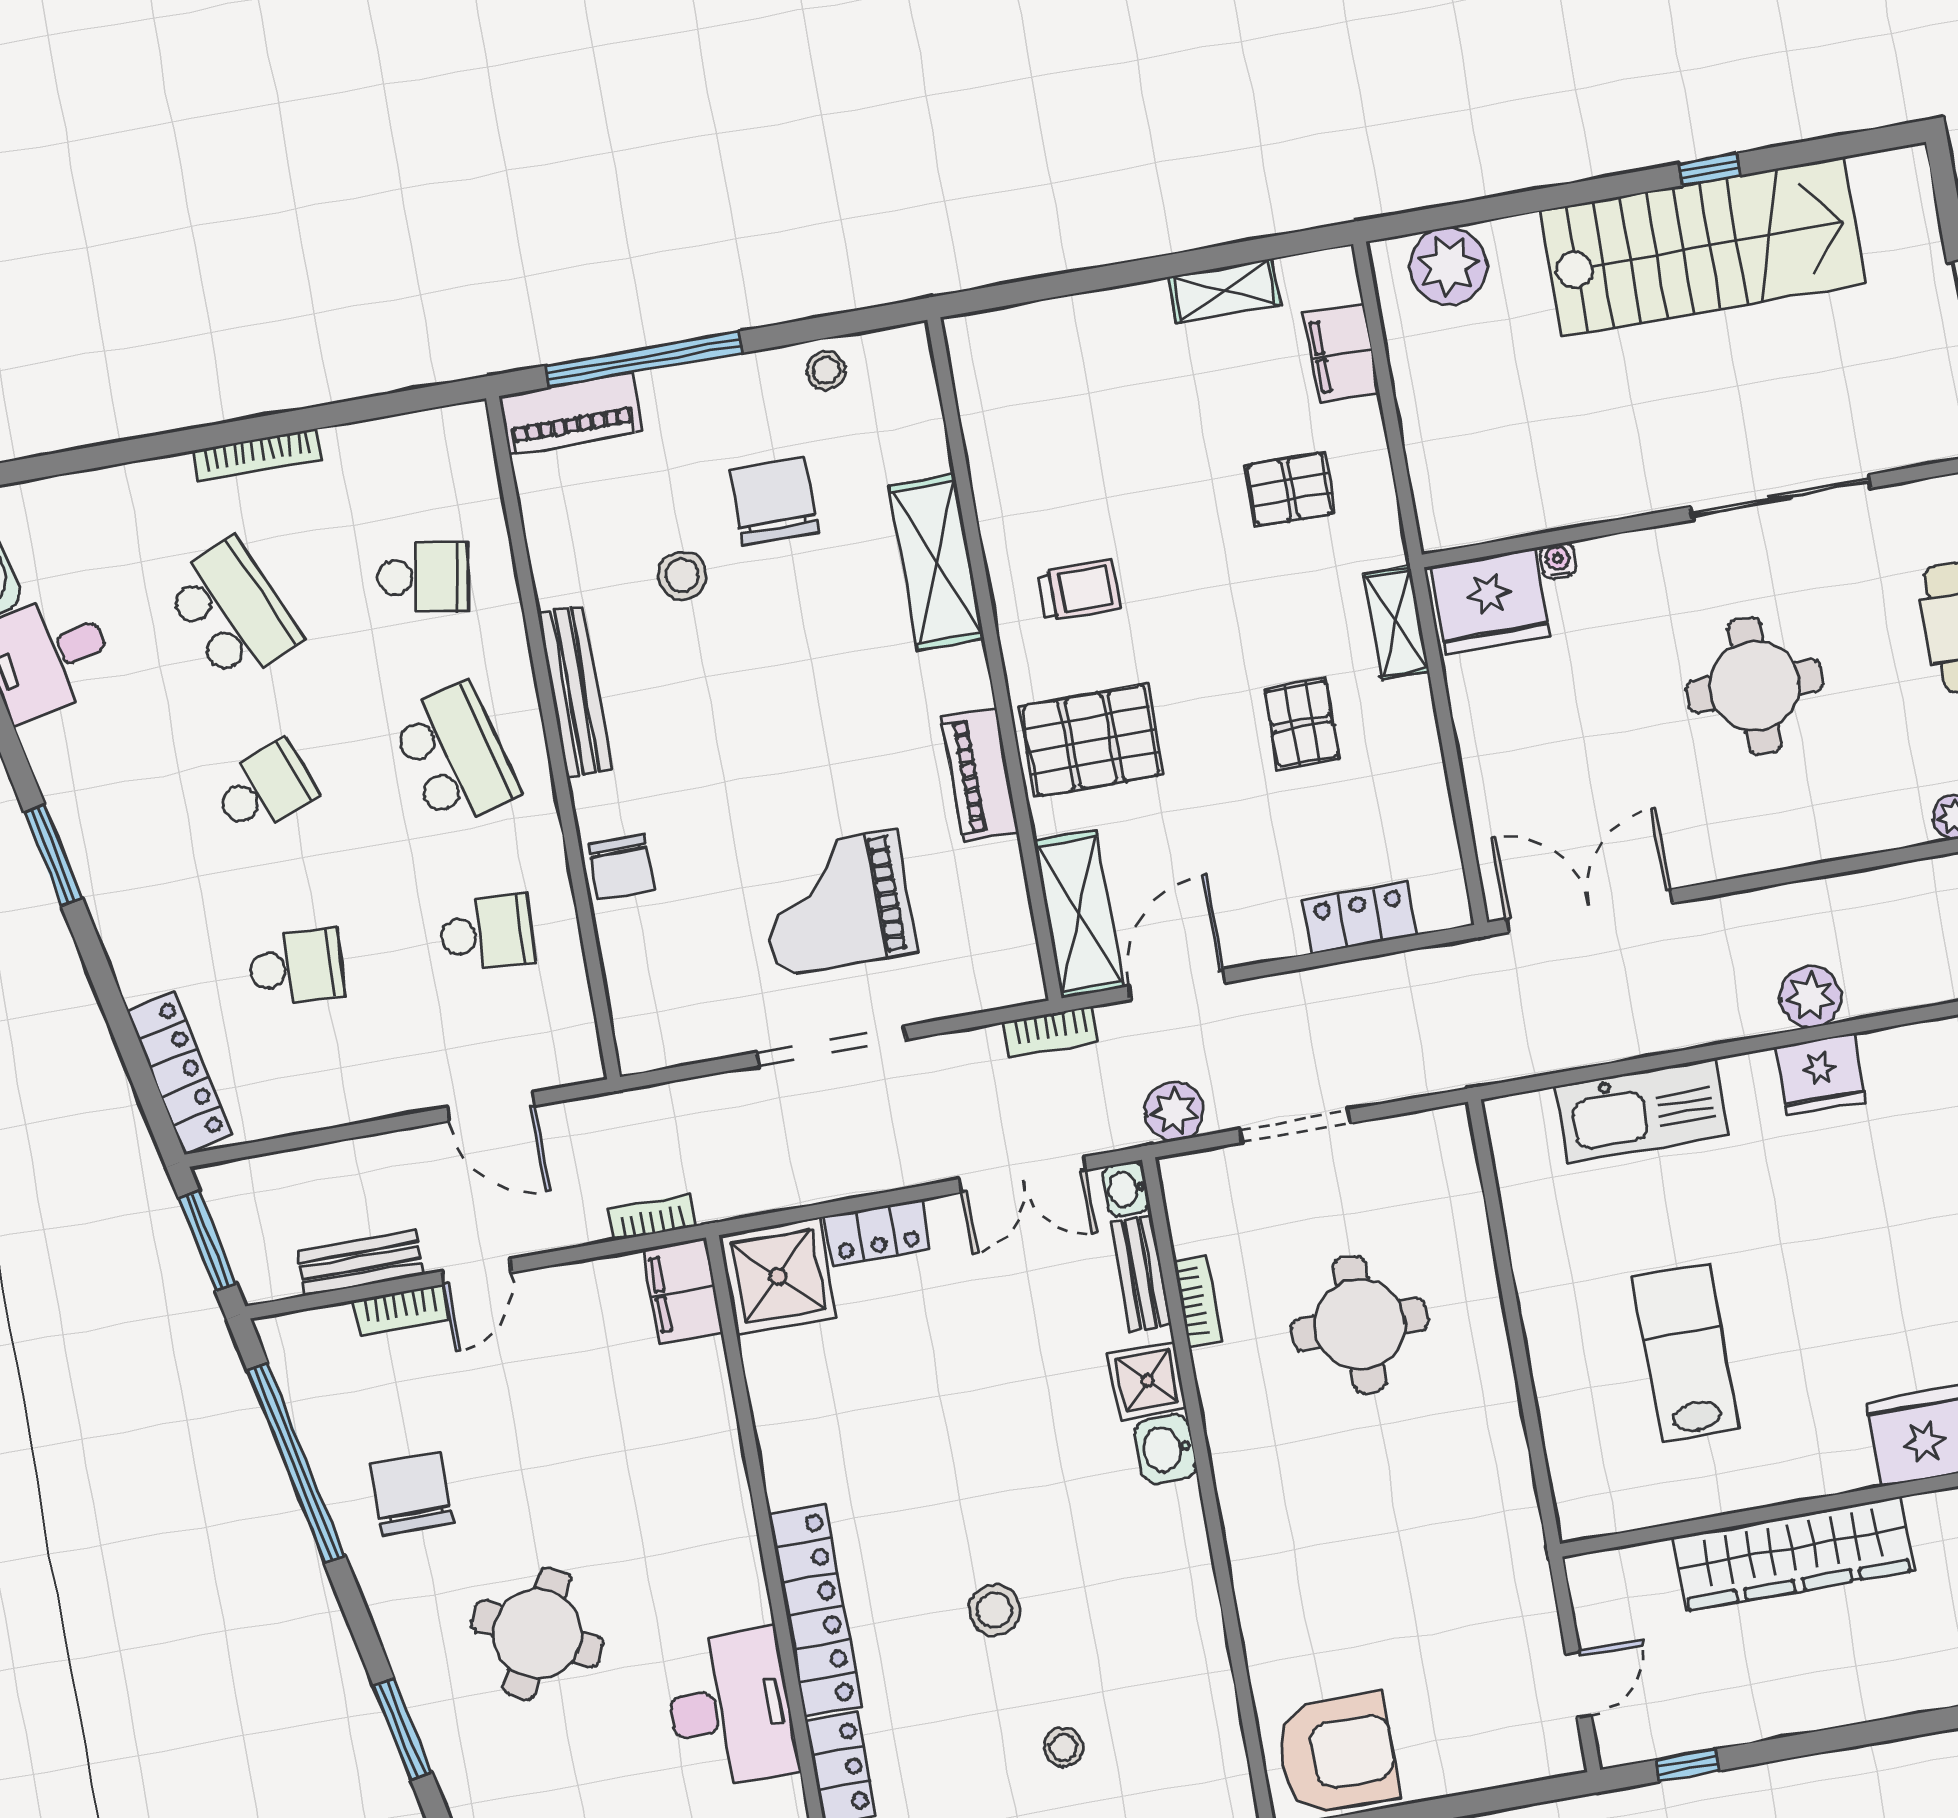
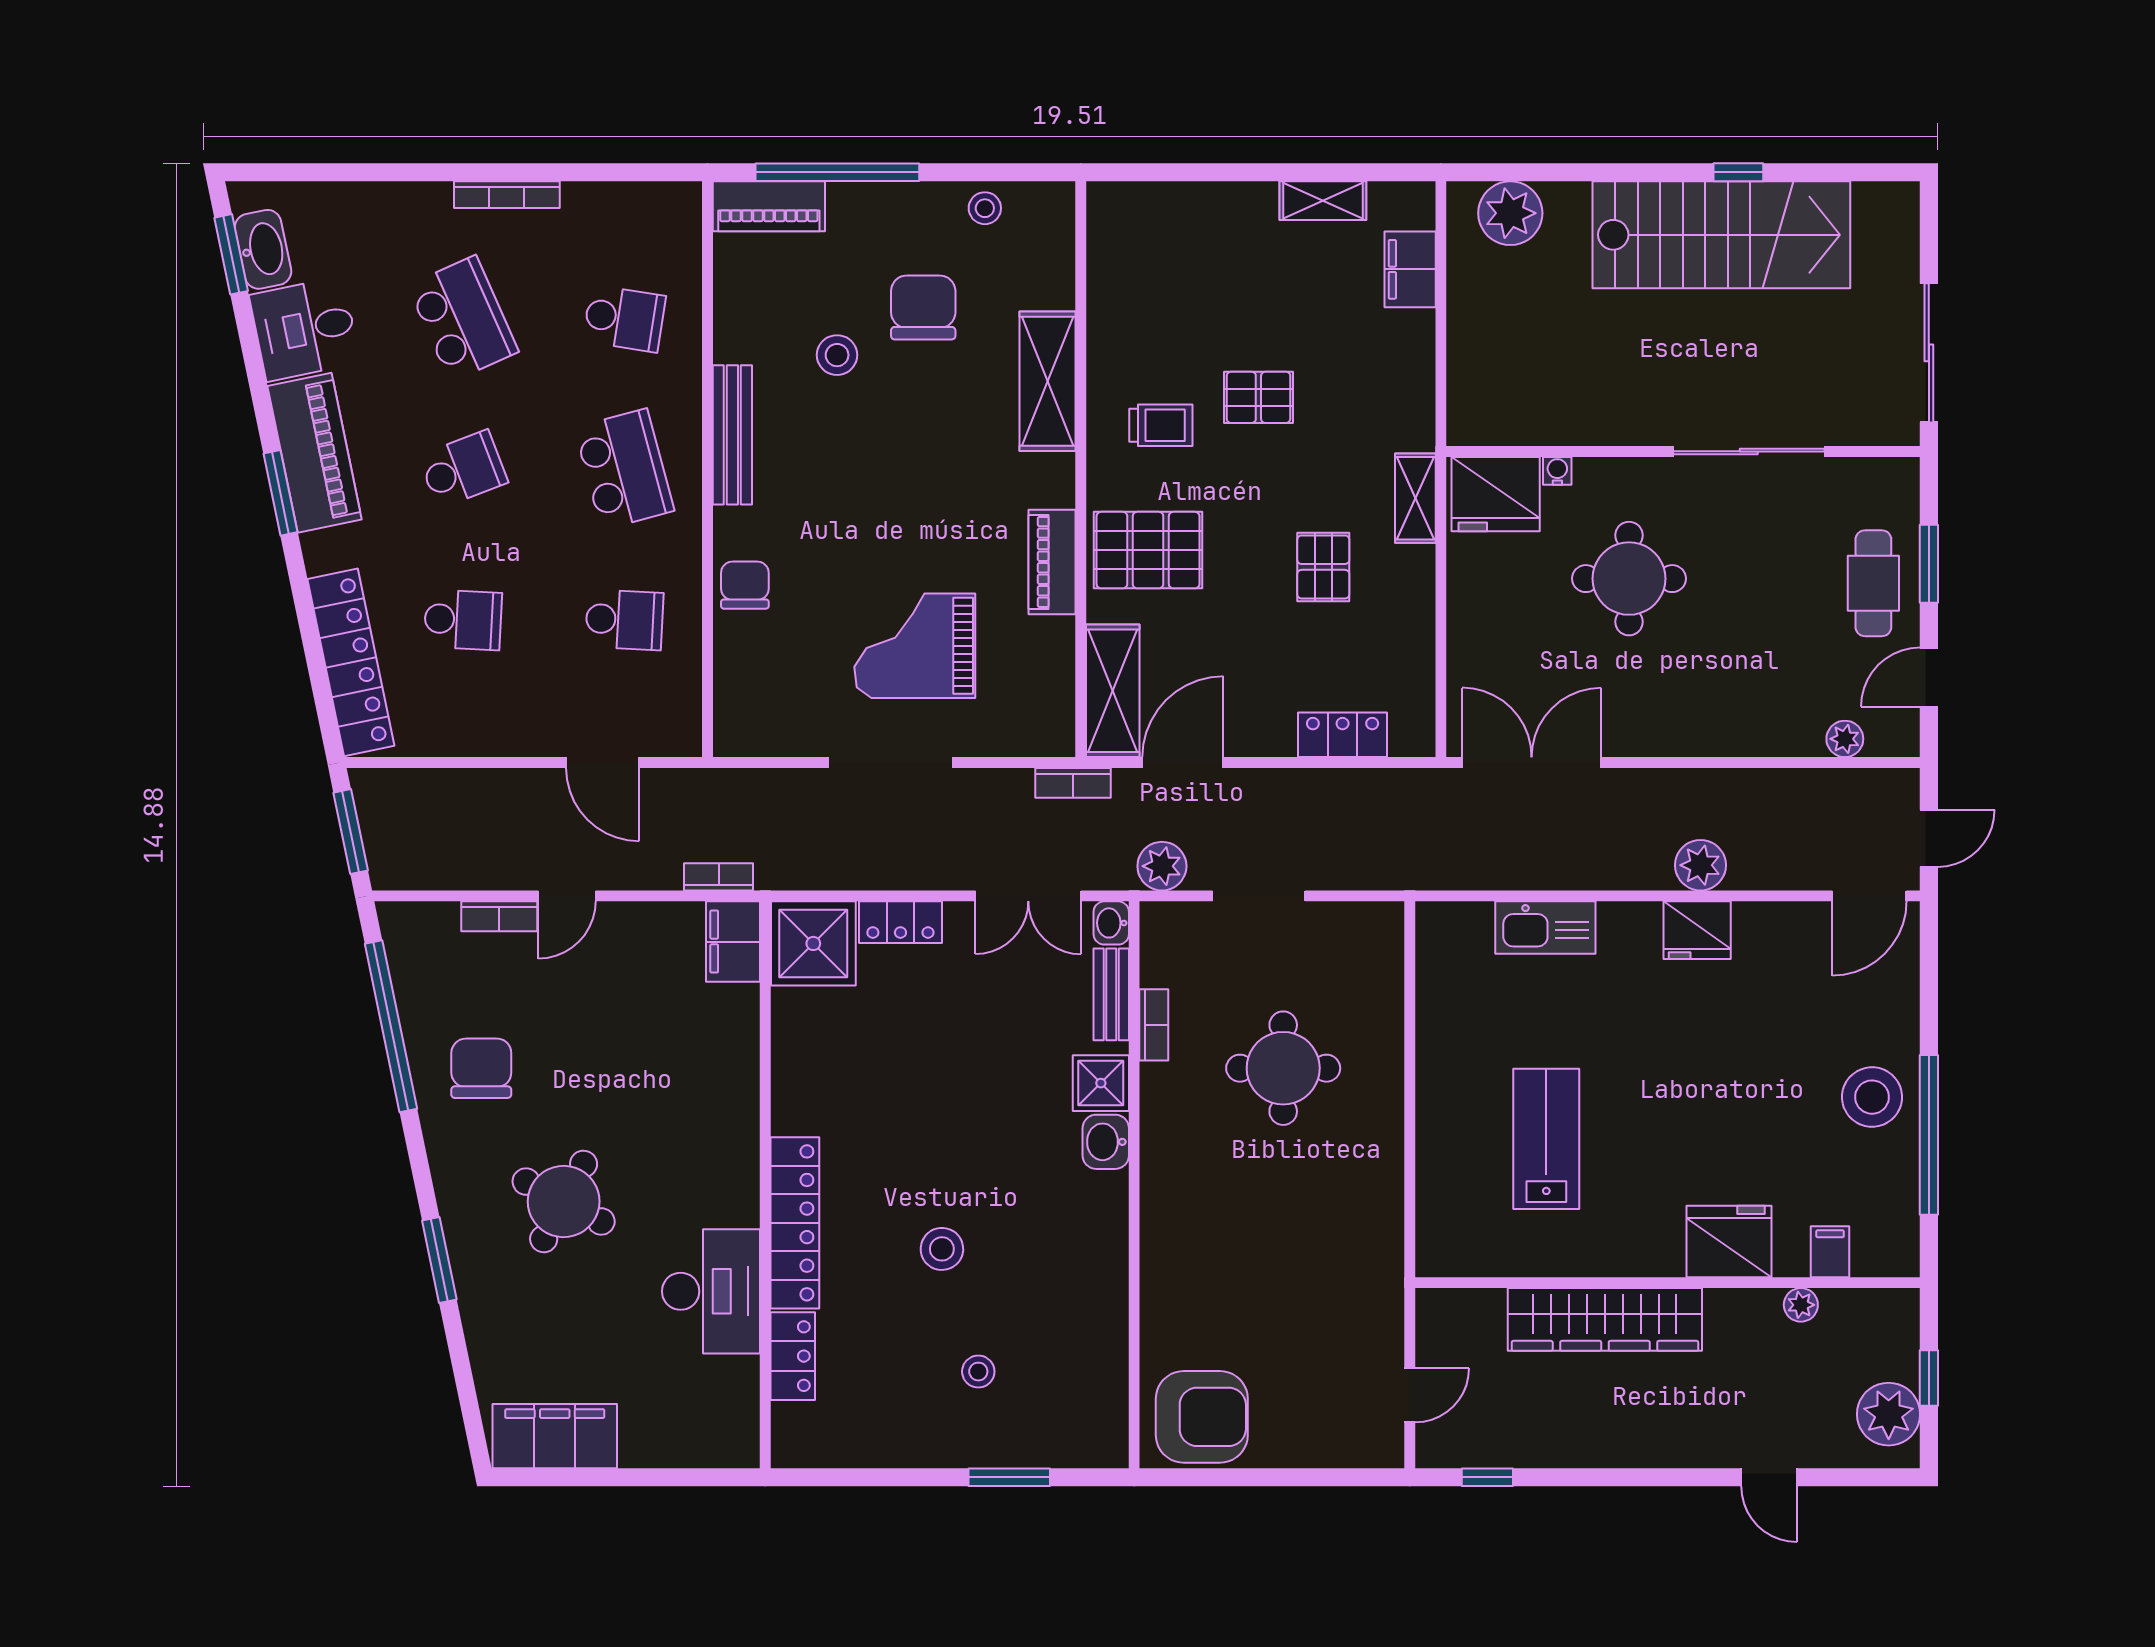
pallet: (1290, 489) -> (1258, 397), moved
round table: (1755, 686) -> (1629, 579), moved
piano: (85, 801) -> (315, 453), added
chair: (622, 867) -> (745, 585), turned 180
locker: (179, 1073) -> (351, 662), width x1.41, depth x1.21
kitchen sink: (1642, 1111) -> (1545, 928), width x0.73, depth x0.81
bench: (360, 1263) -> (473, 871), removed

